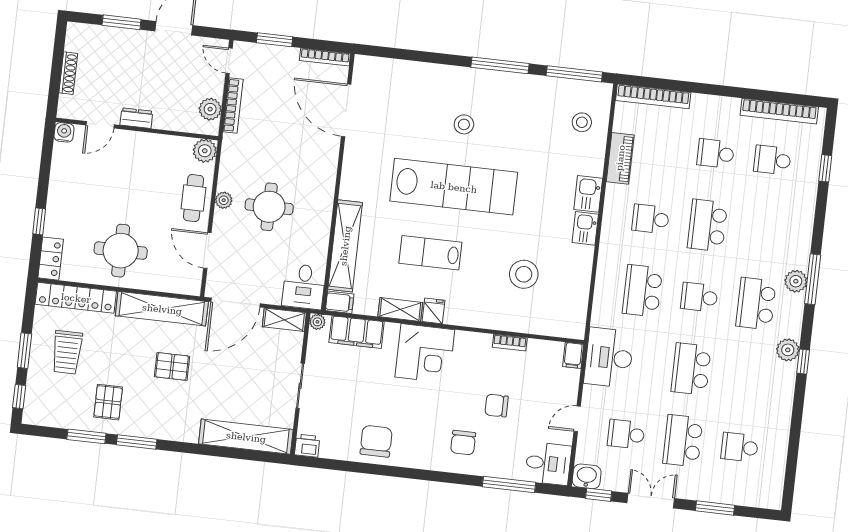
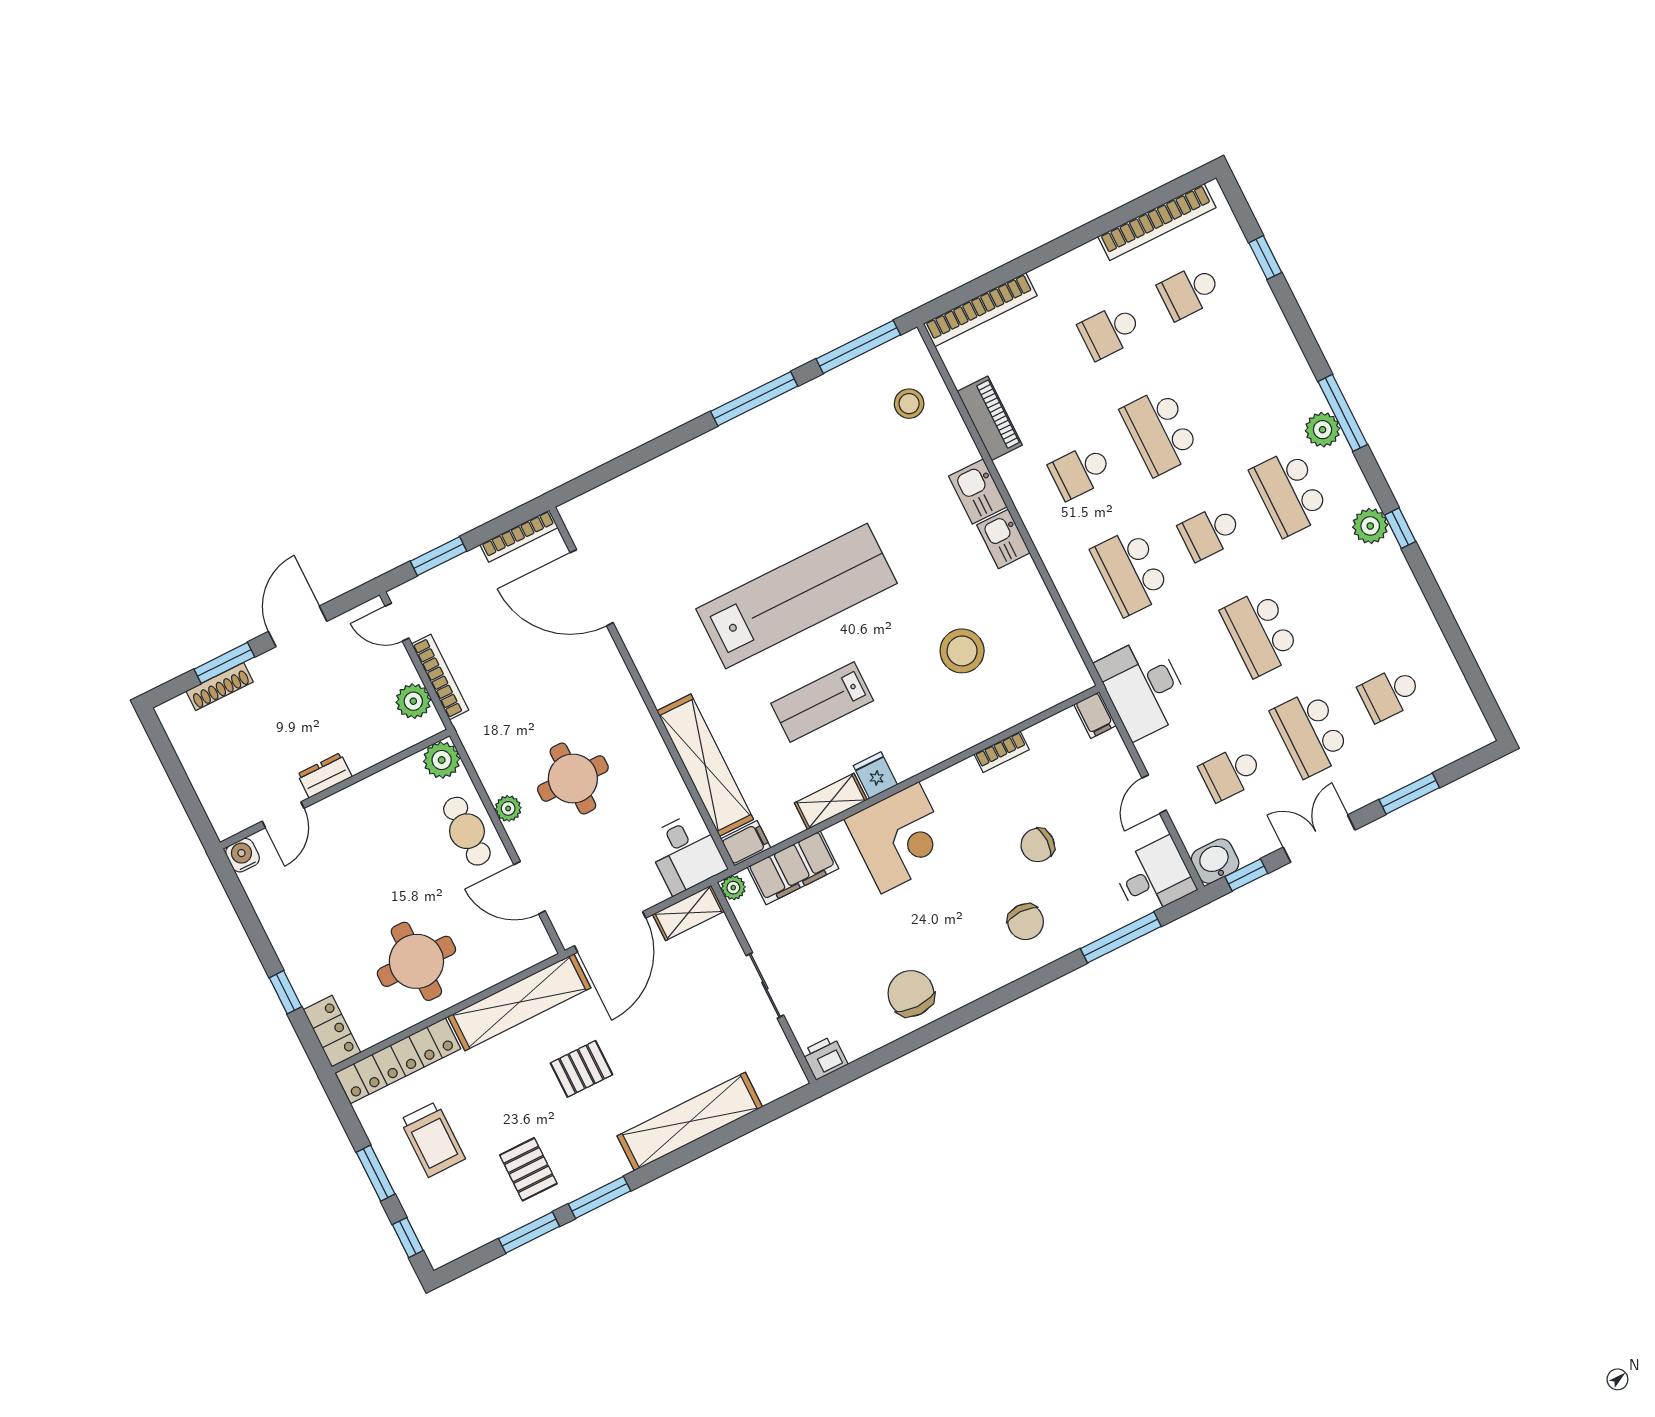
shoe rack: (68, 73) -> (220, 686), moved, turned 90
stool: (464, 124) -> (757, 506), removed
shelving: (246, 437) -> (690, 1121), moved

